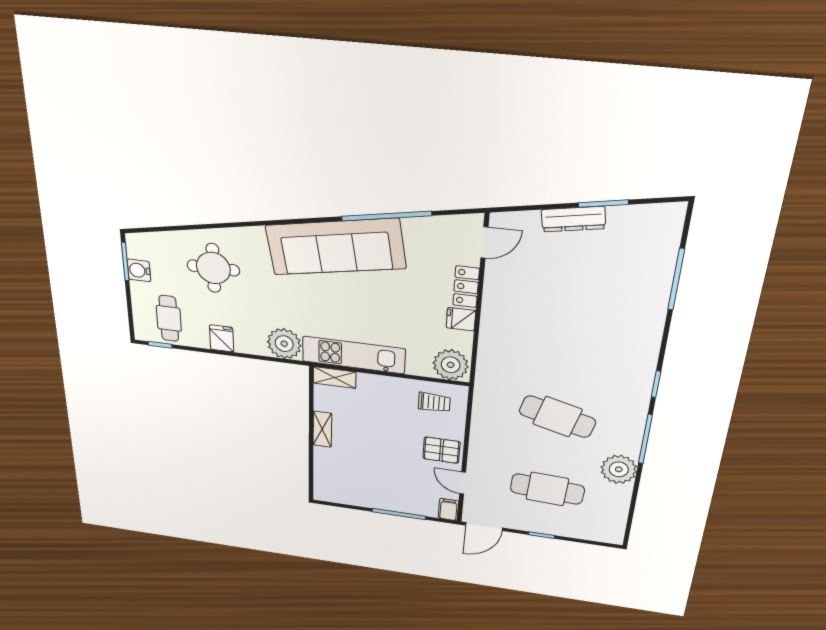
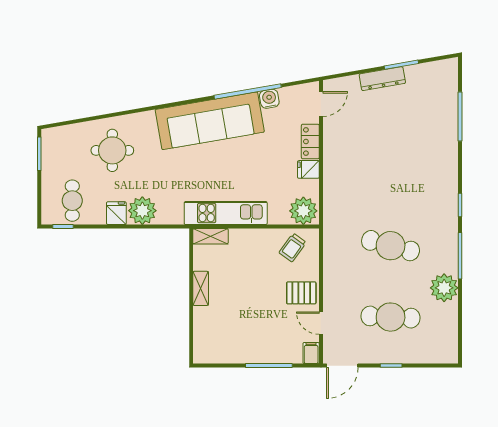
water cooler: (139, 270) -> (269, 99), moved, turned 80
plant: (284, 344) -> (142, 211), moved
trolley: (434, 402) -> (293, 248), turned 126

